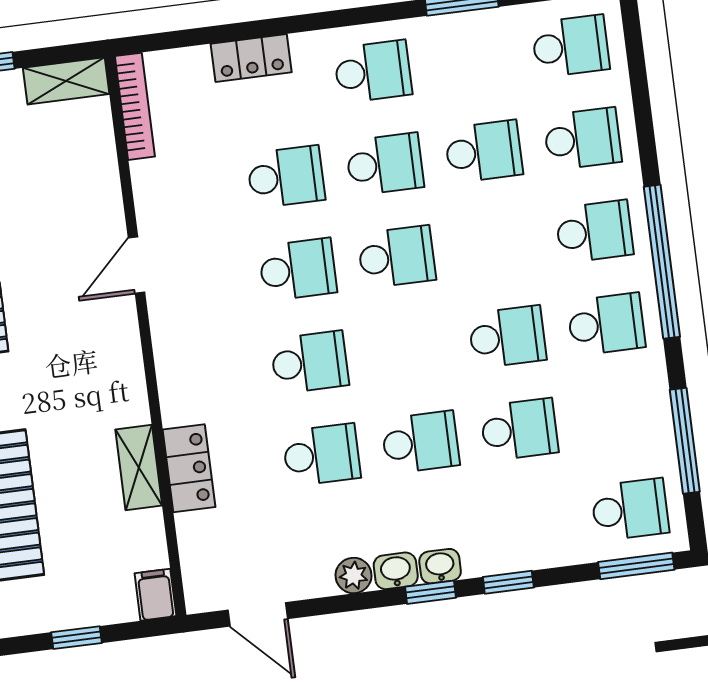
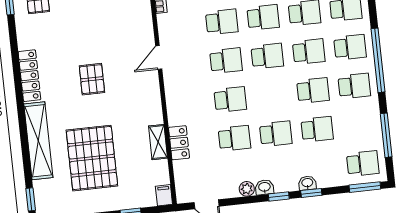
school desk: (495, 244) -> (309, 52), added
washbasin: (440, 566) -> (307, 183), moved

